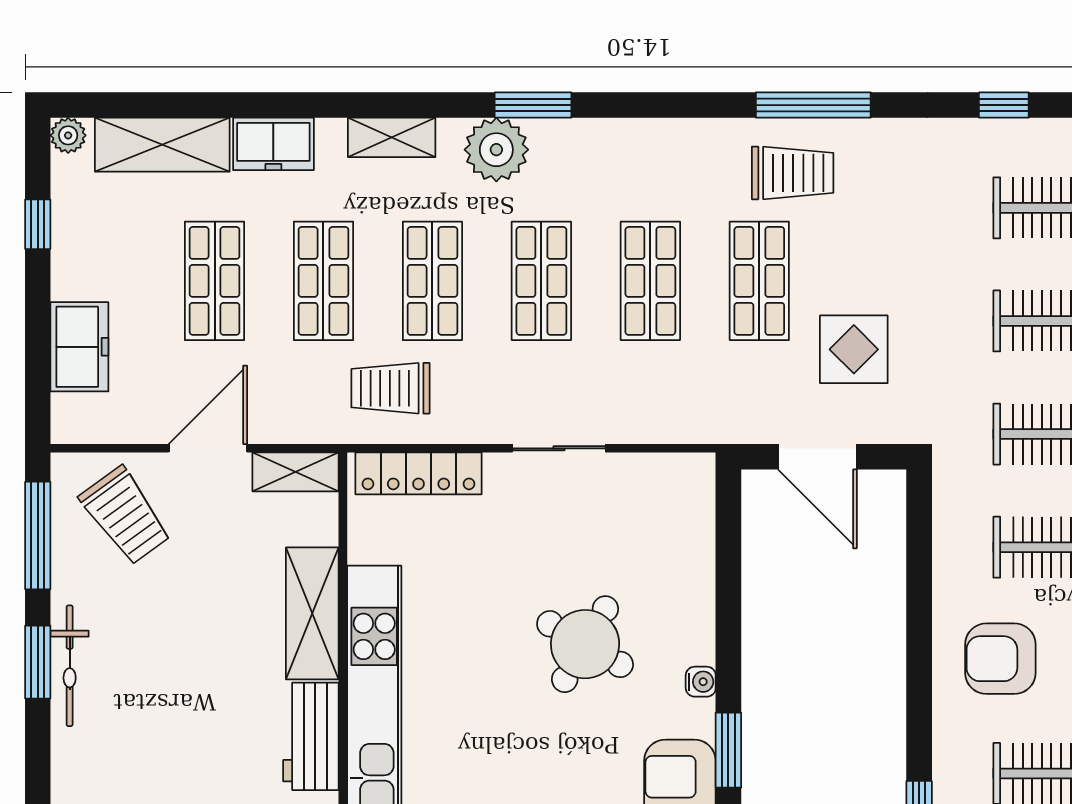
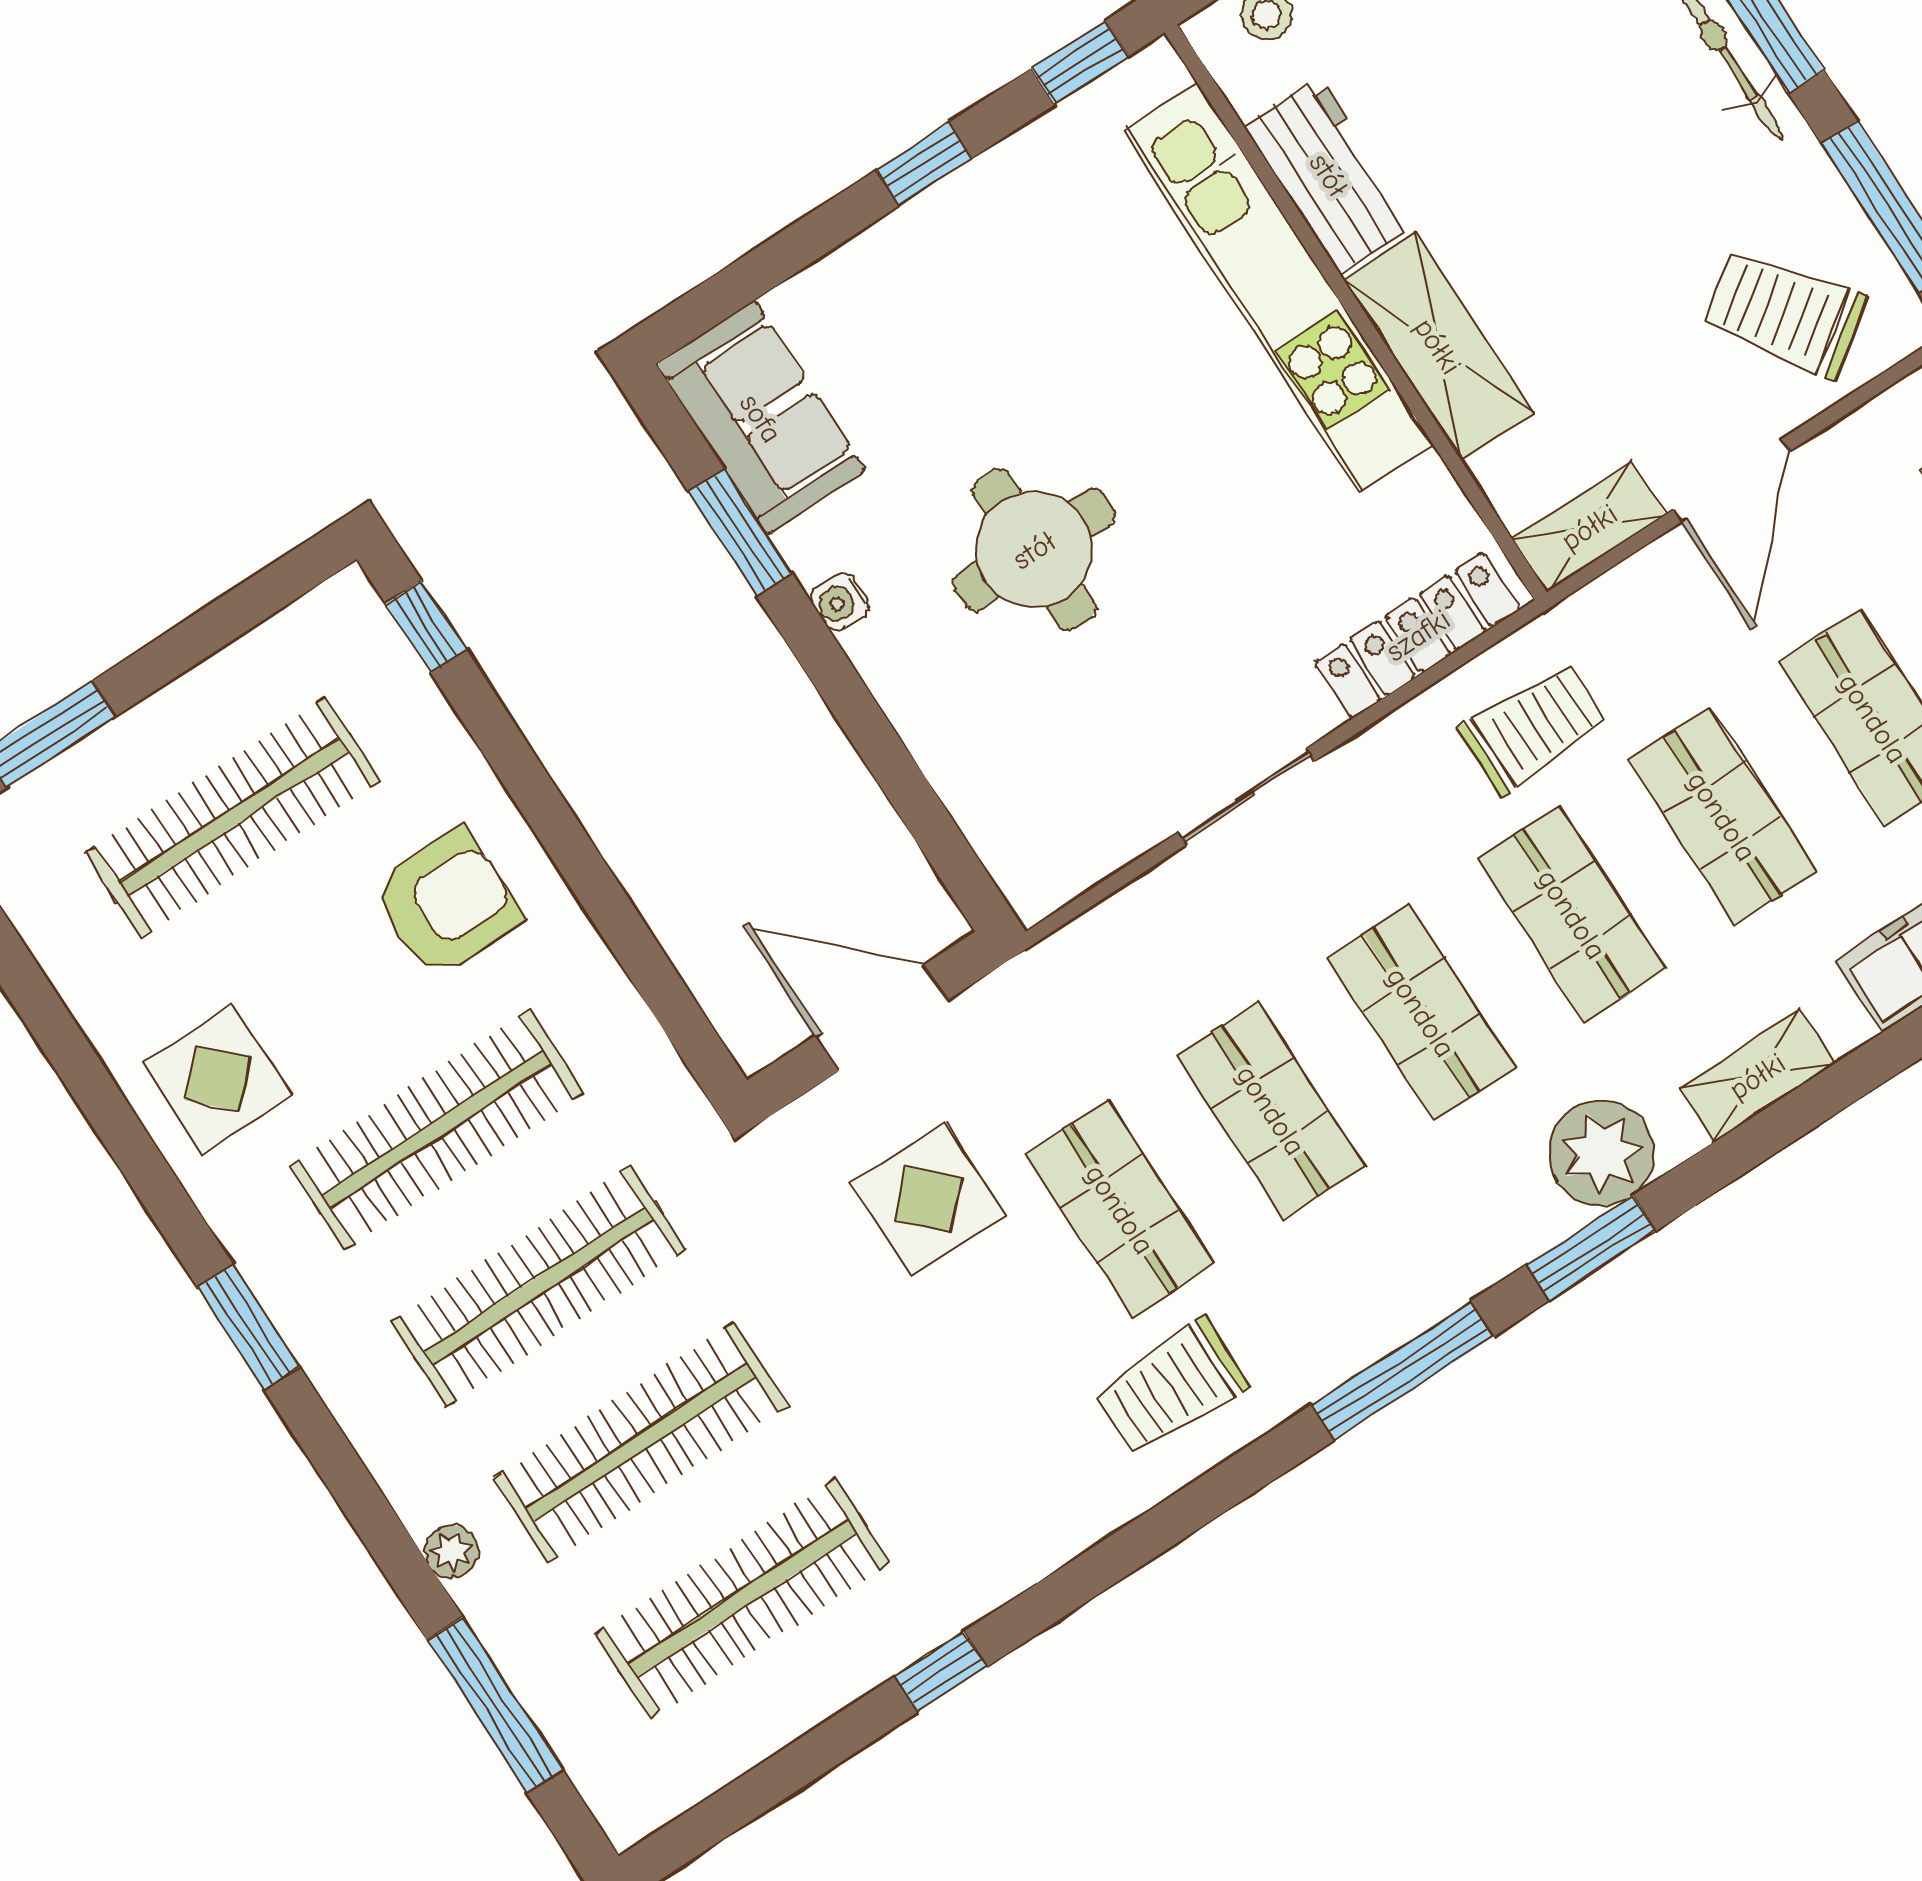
window: (813, 105) -> (1403, 1371), moved
round table: (585, 644) -> (1034, 550), turned -30

